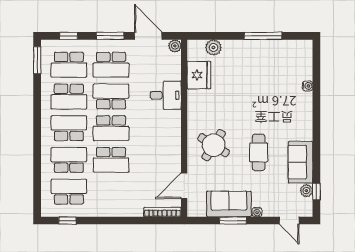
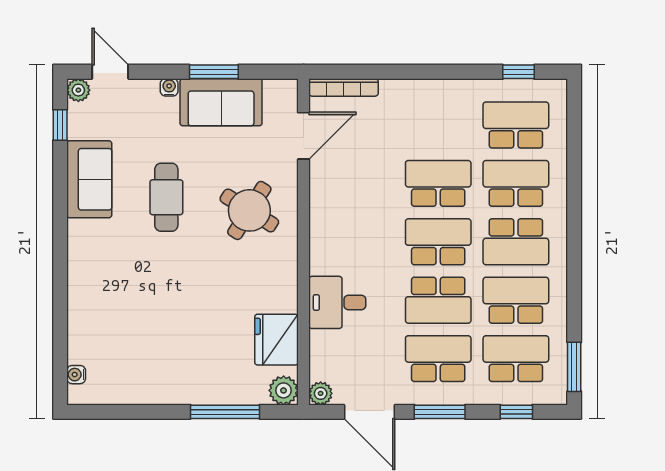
window: (263, 36) -> (225, 412), moved
plant: (213, 47) -> (284, 390), moved
water cooler: (308, 86) -> (76, 375), moved
school desk: (69, 160) -> (516, 183), turned 180
plant: (306, 191) -> (78, 90), moved
school desk: (69, 192) -> (516, 125), turned 180

